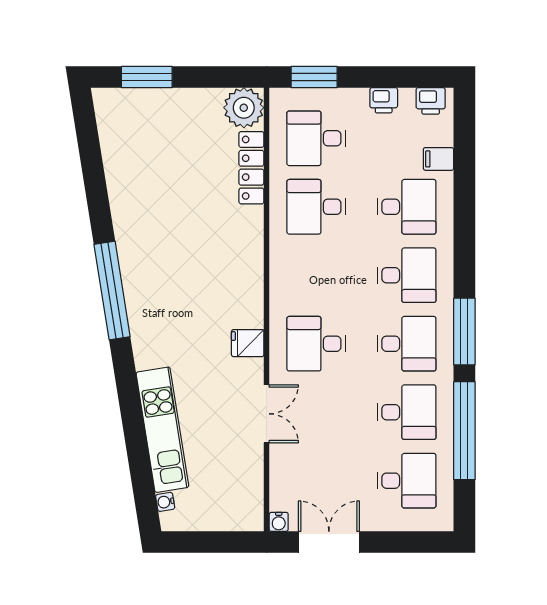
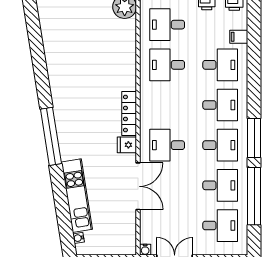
locker: (251, 168) -> (129, 113), moved
window: (112, 290) -> (51, 136), moved
double door: (267, 414) -> (138, 186), width x1.37

